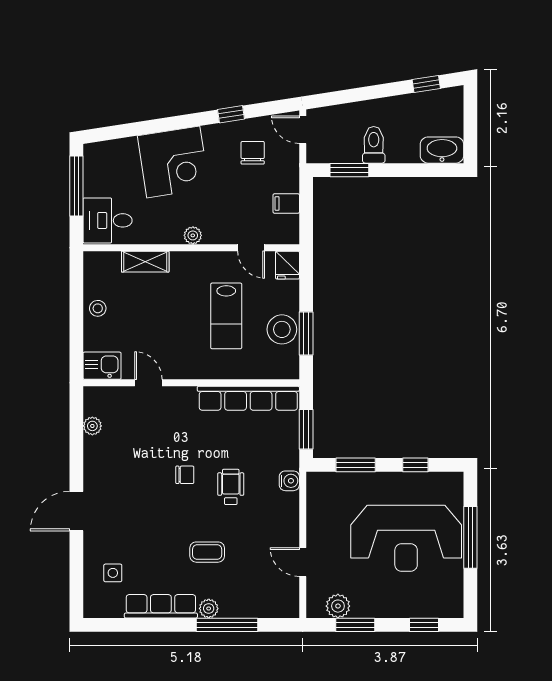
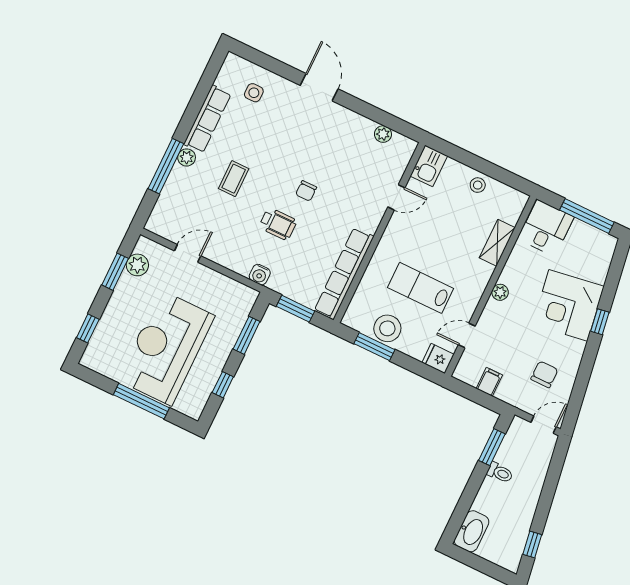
window: (231, 114) -> (600, 322), moved
toilet: (374, 145) -> (500, 473), width x0.73, depth x0.72
chair: (253, 153) -> (544, 374), turned -90

